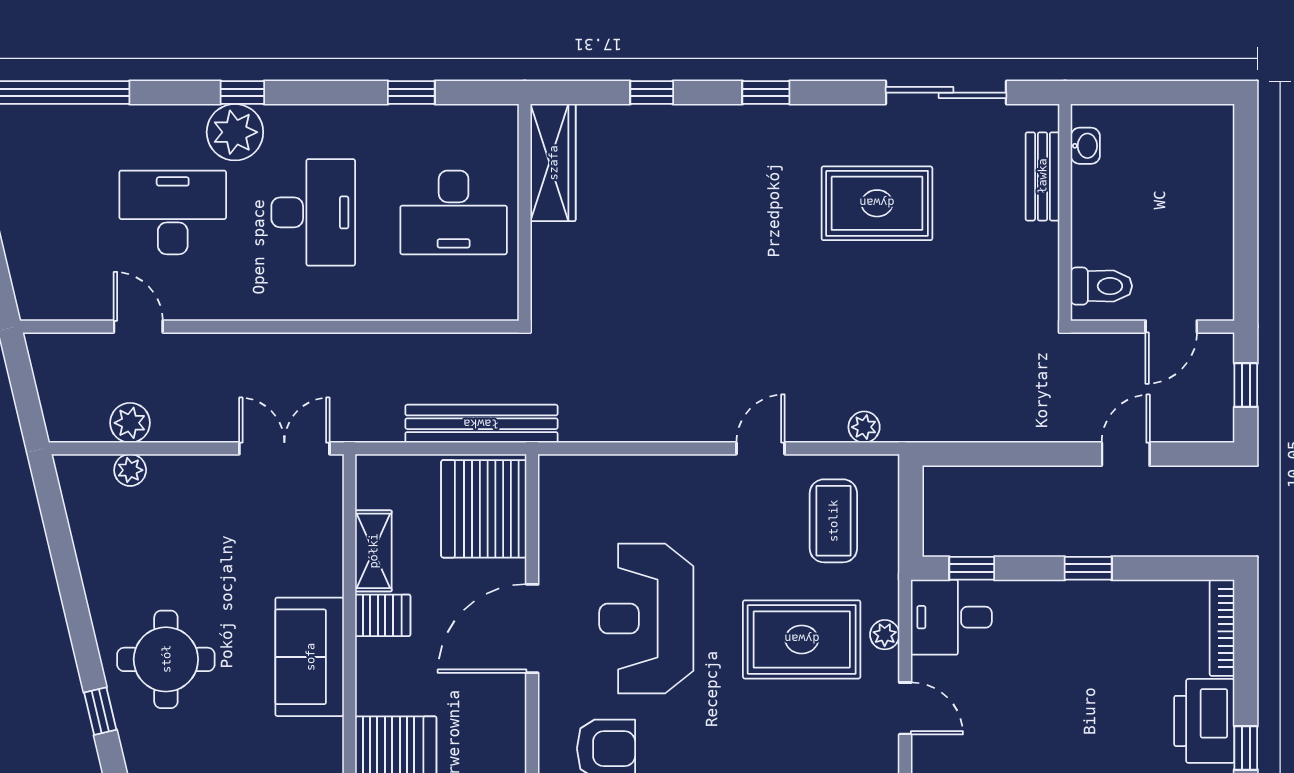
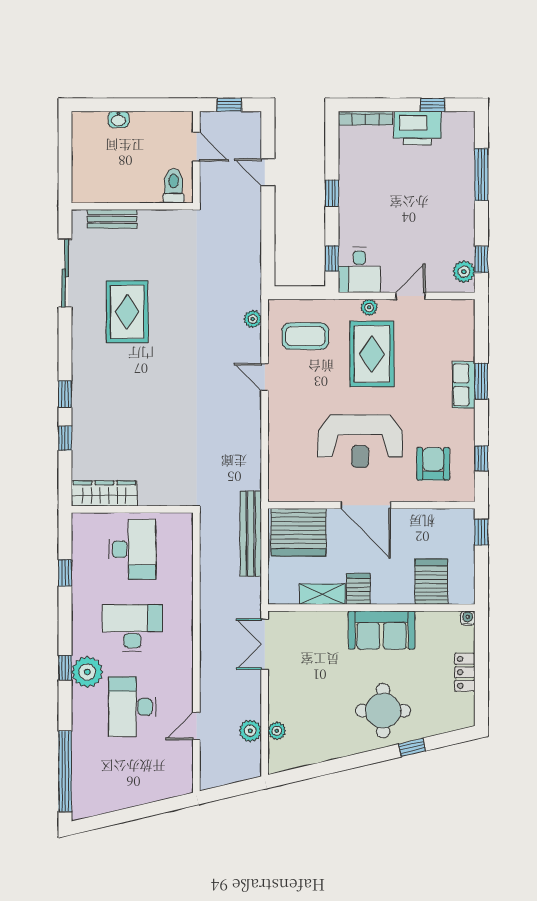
window: (766, 93) -> (65, 394), moved
washbasin: (1085, 146) -> (118, 119), moved, turned 180

